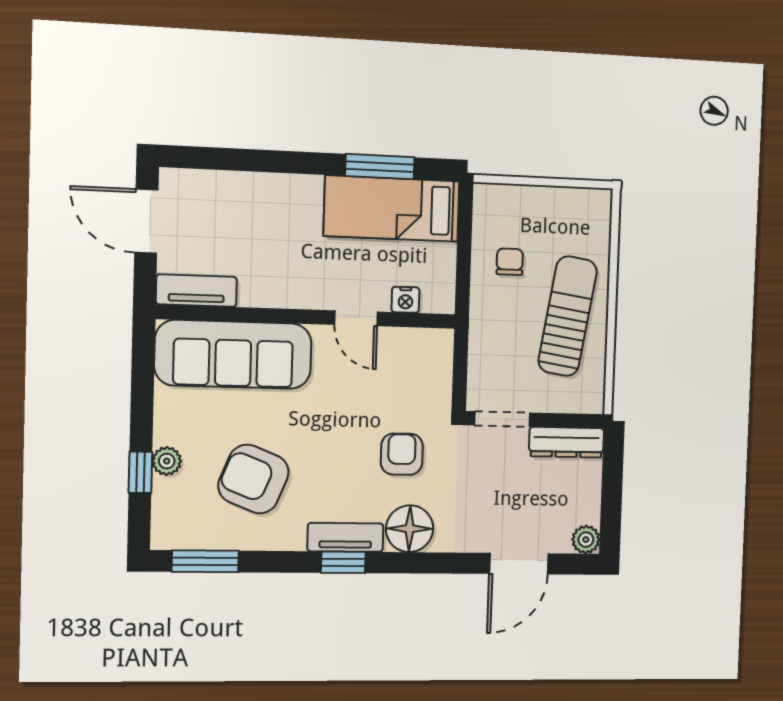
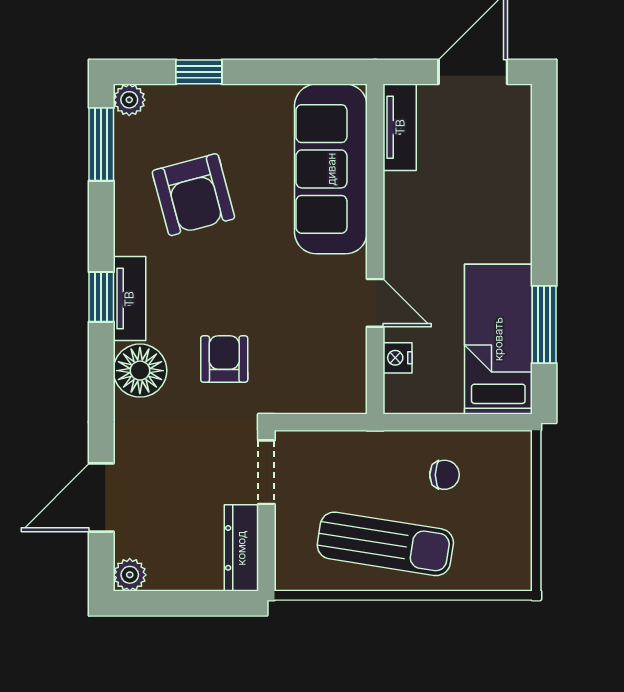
door: (356, 318) -> (375, 303), swing flipped
armchair: (402, 454) -> (224, 359), turned -90
plant: (167, 461) -> (129, 100), moved
armchair: (253, 479) -> (193, 195), turned 143
door: (519, 564) -> (101, 497), hinge flipped

